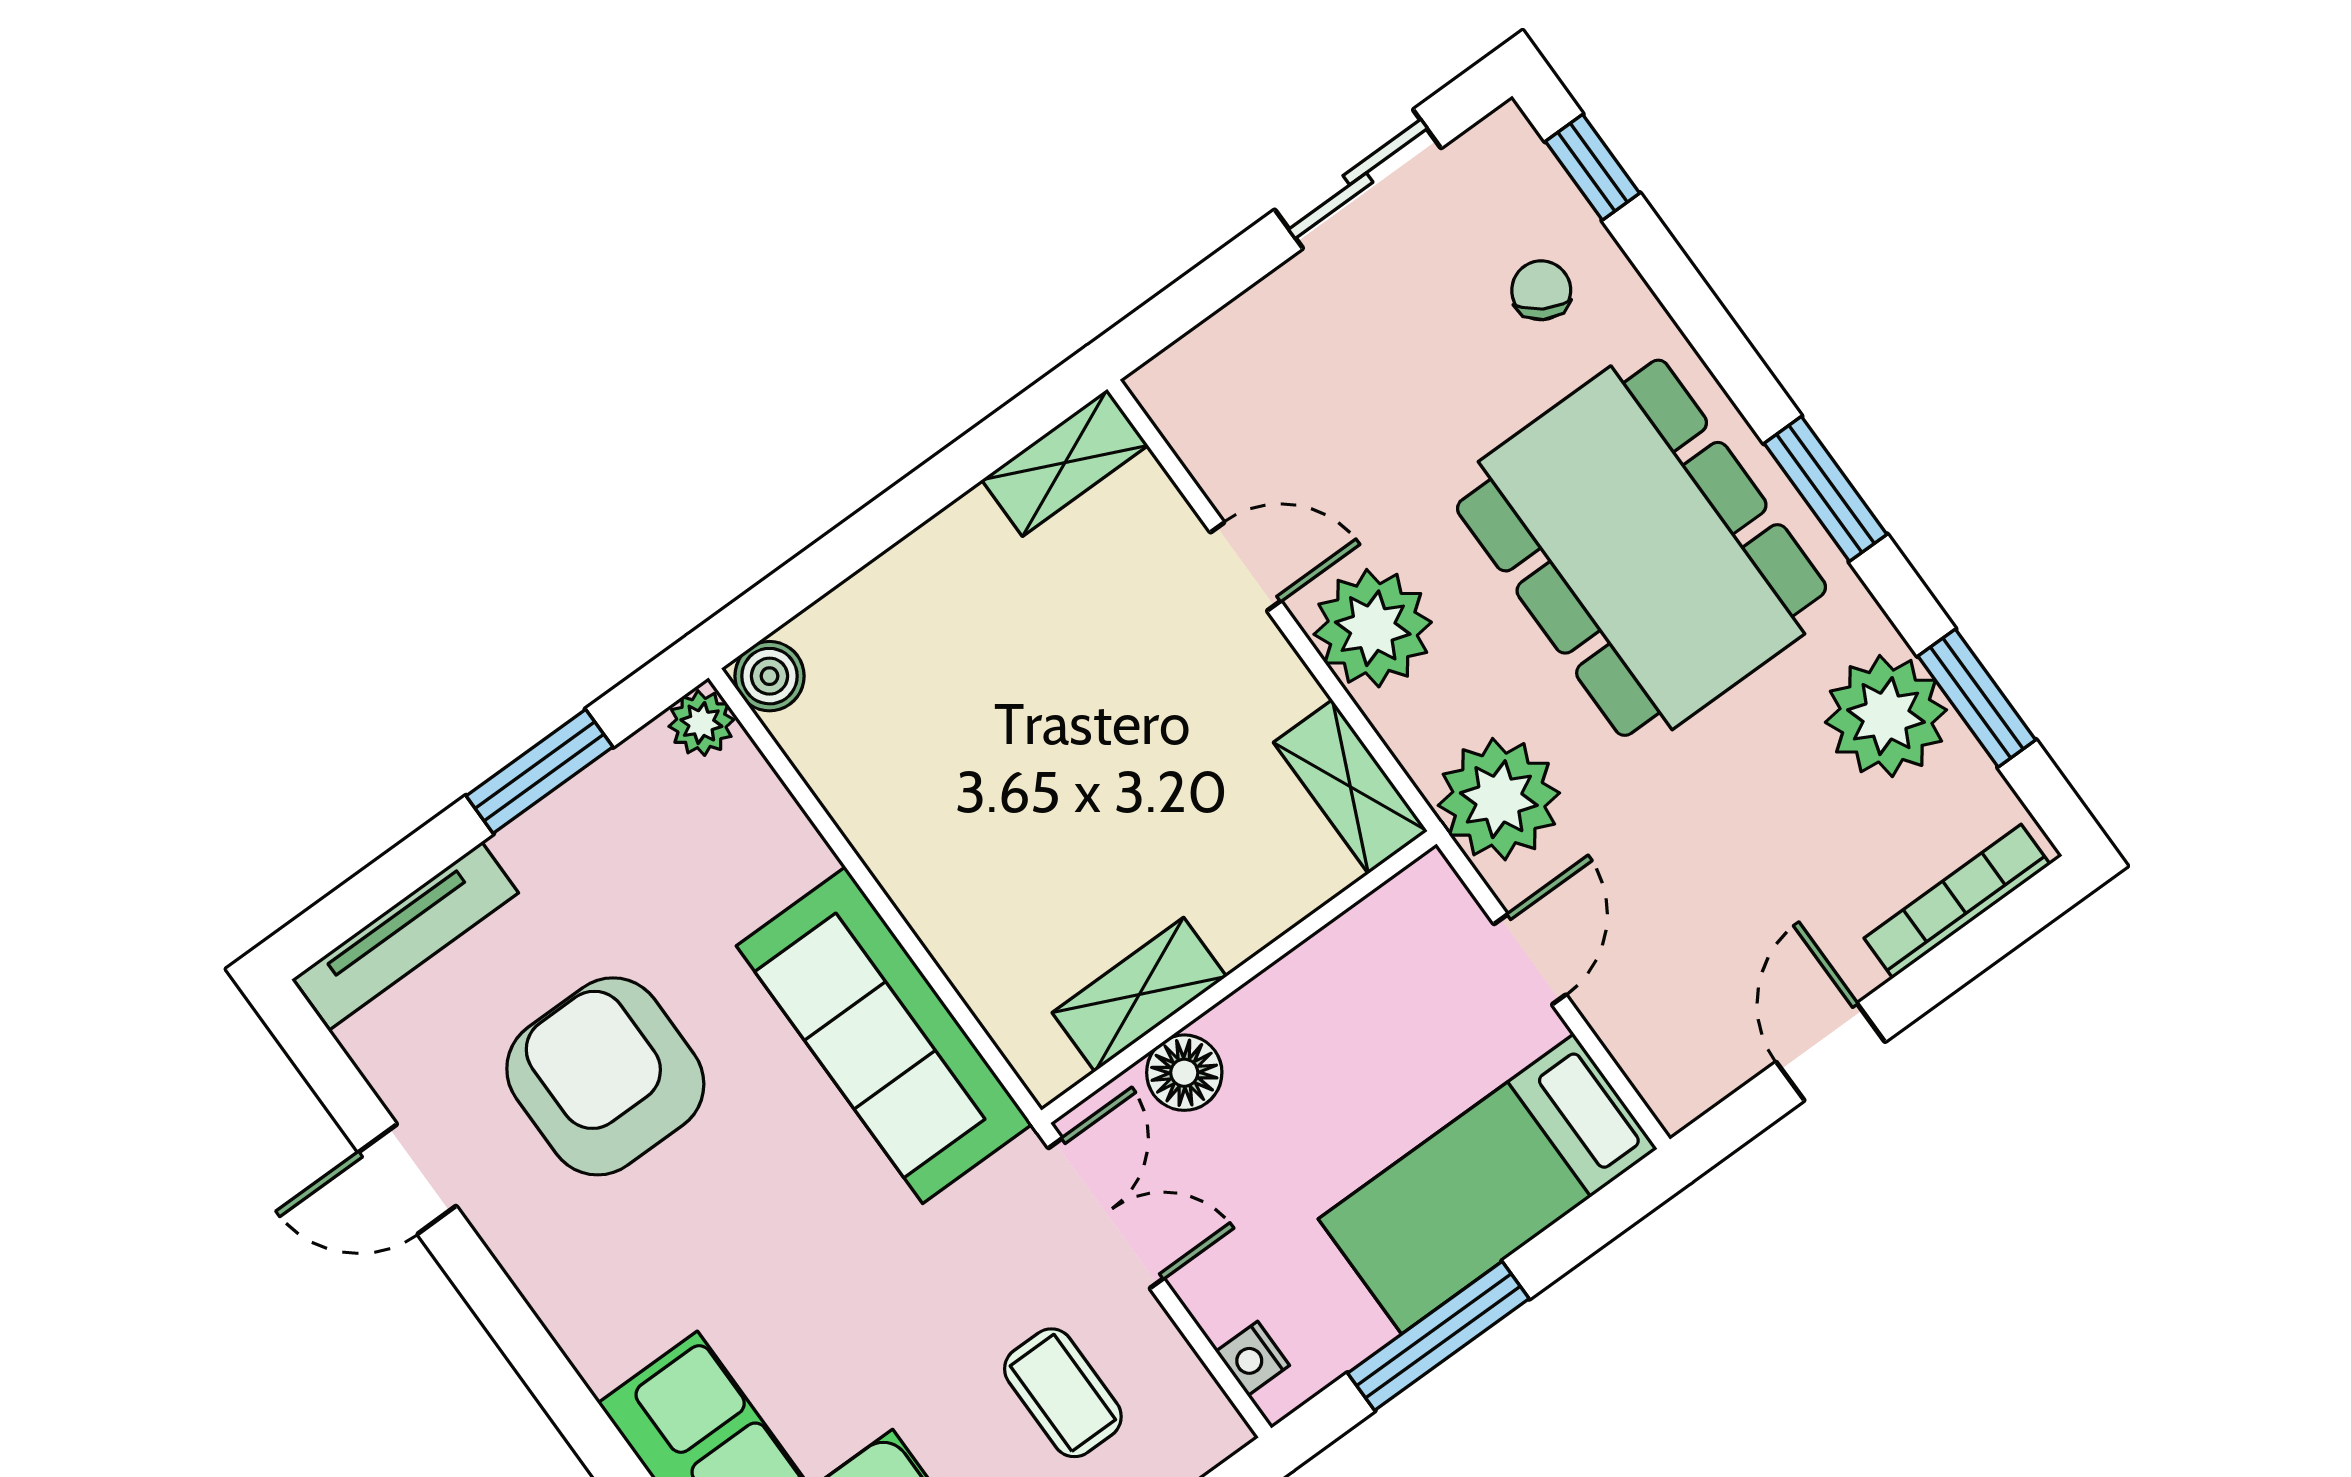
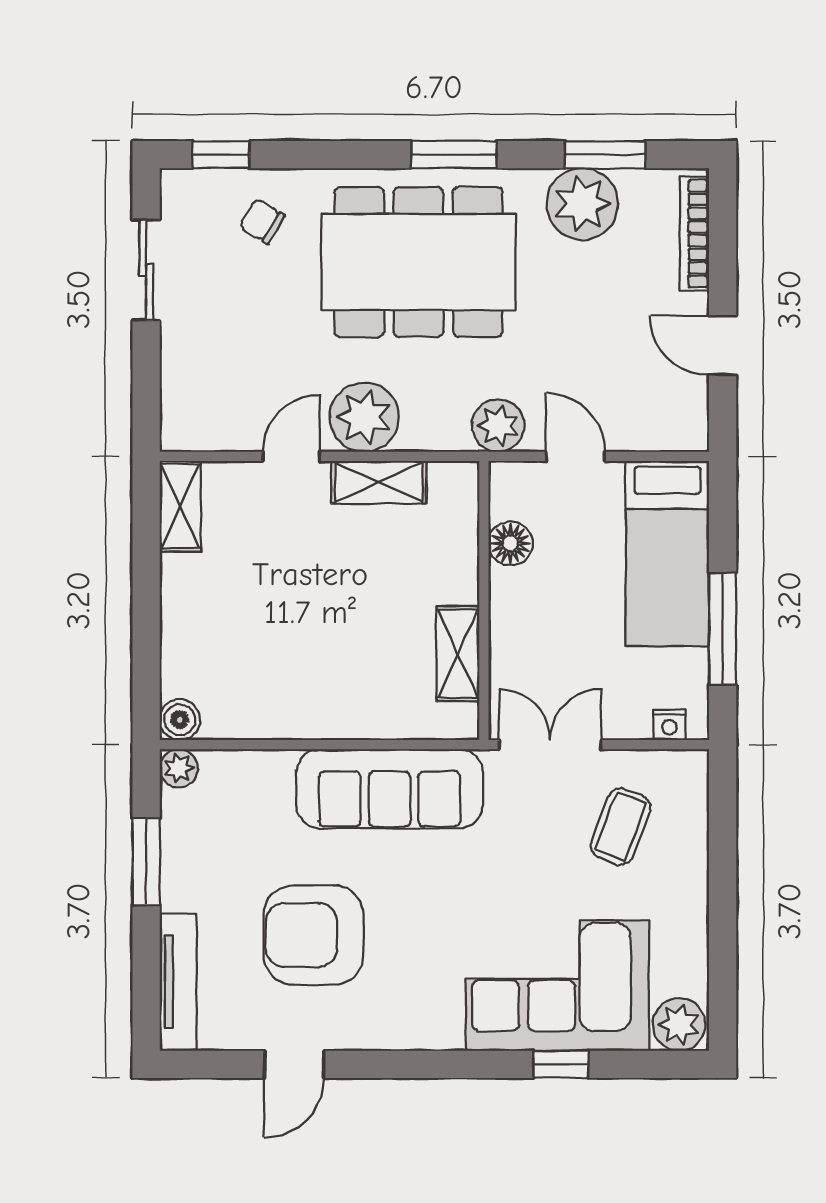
shelving: (1350, 787) -> (379, 482), moved
plant: (1499, 799) -> (498, 426), width x0.73, depth x0.73
floor lamp: (1184, 1073) -> (510, 543), moved
coffee table: (1063, 1393) -> (621, 827), turned -69

